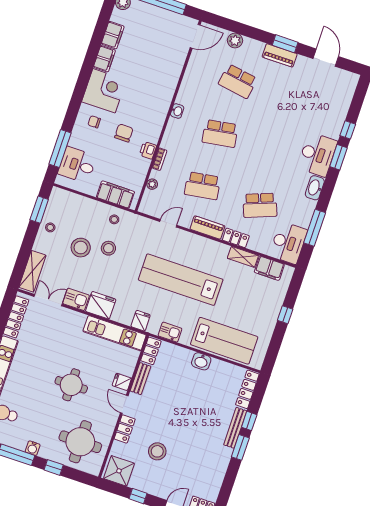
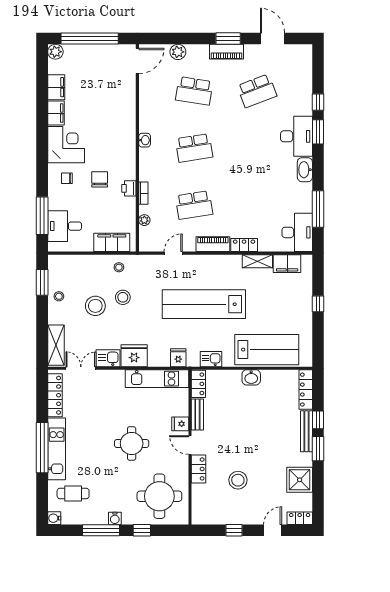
school desk: (260, 205) -> (257, 91), moved
shower: (119, 471) -> (300, 480), moved

